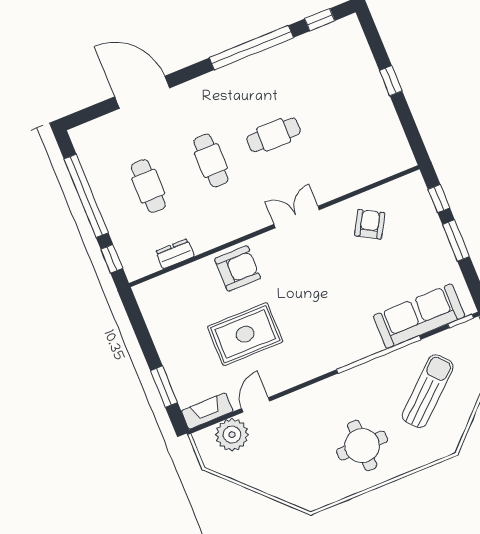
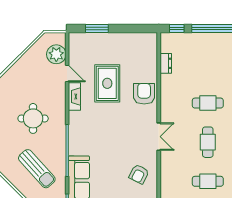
cafe table: (148, 186) -> (208, 181), moved
armchair: (370, 224) -> (139, 174), turned 87
armchair: (238, 268) -> (144, 94), turned 180
fireplace: (207, 411) -> (74, 96), moved
round table: (362, 445) -> (33, 118), moved

